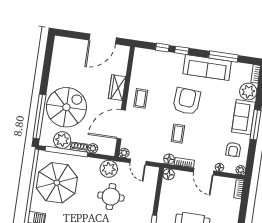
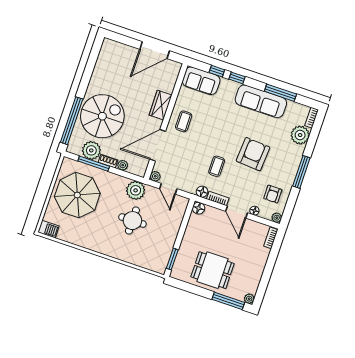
armchair: (187, 101) -> (253, 154), moved
sofa: (243, 117) -> (201, 81), moved, turned -90
window: (66, 152) -> (94, 164), width x0.68

